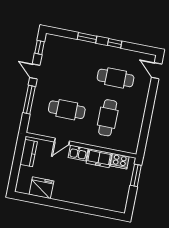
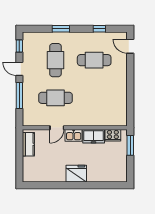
window: (115, 43) -> (99, 29), moved
cafe table: (108, 118) -> (55, 60), moved
fridge: (41, 188) -> (76, 174), moved

